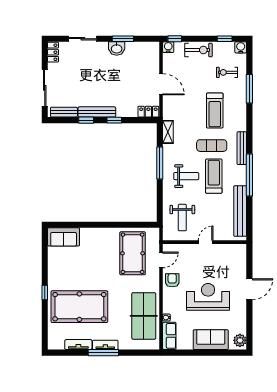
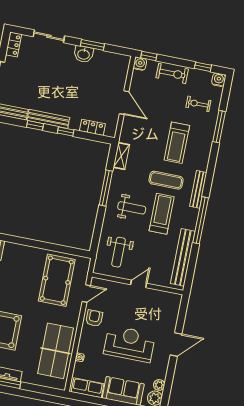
locker: (148, 112) -> (92, 127), moved
plant: (241, 328) -> (159, 385), added
row of seats: (169, 336) -> (87, 388), moved, turned -90

